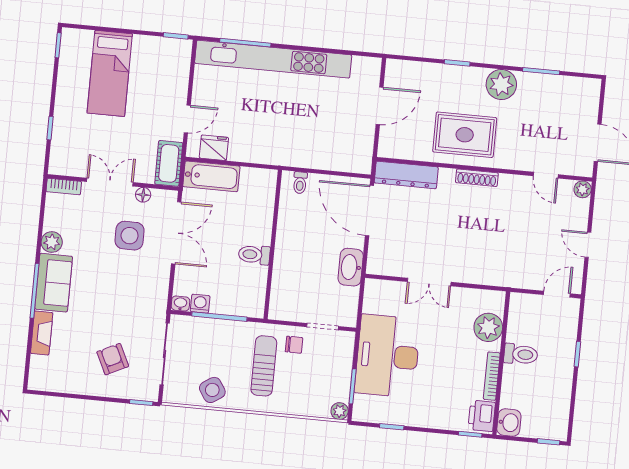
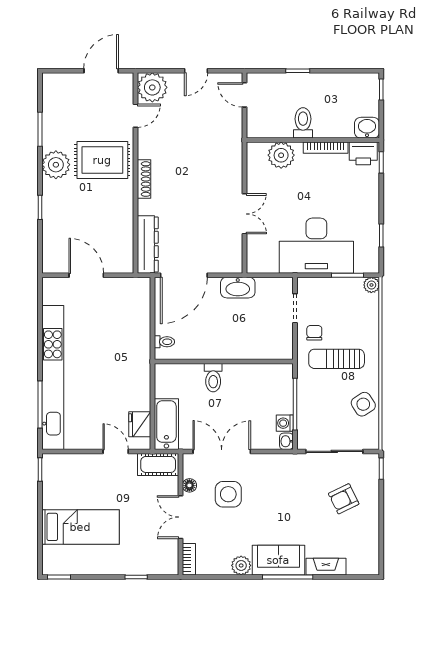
rug: (465, 135) -> (102, 160), moved, turned 90
plant: (583, 189) -> (152, 87), width x1.87, depth x1.87
toilet: (254, 255) -> (213, 378), moved

